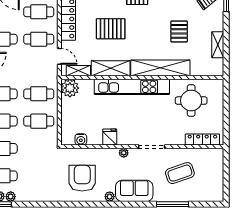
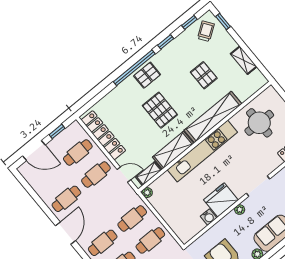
pallet: (111, 29) -> (160, 110), moved, turned 90
plant: (70, 88) -> (147, 193), width x0.53, depth x0.53
fridge: (110, 137) -> (221, 200), width x1.88, depth x1.34
water cooler: (81, 139) -> (209, 217), moved

